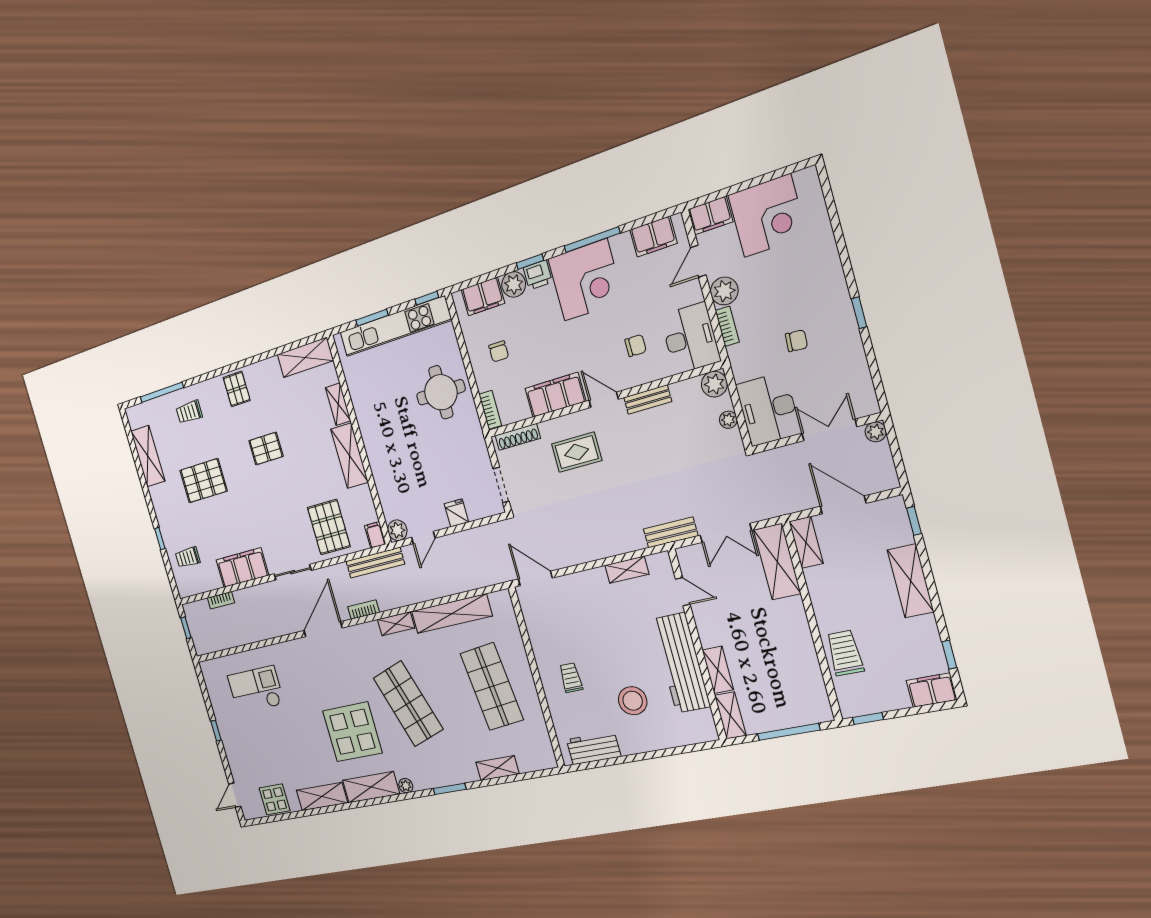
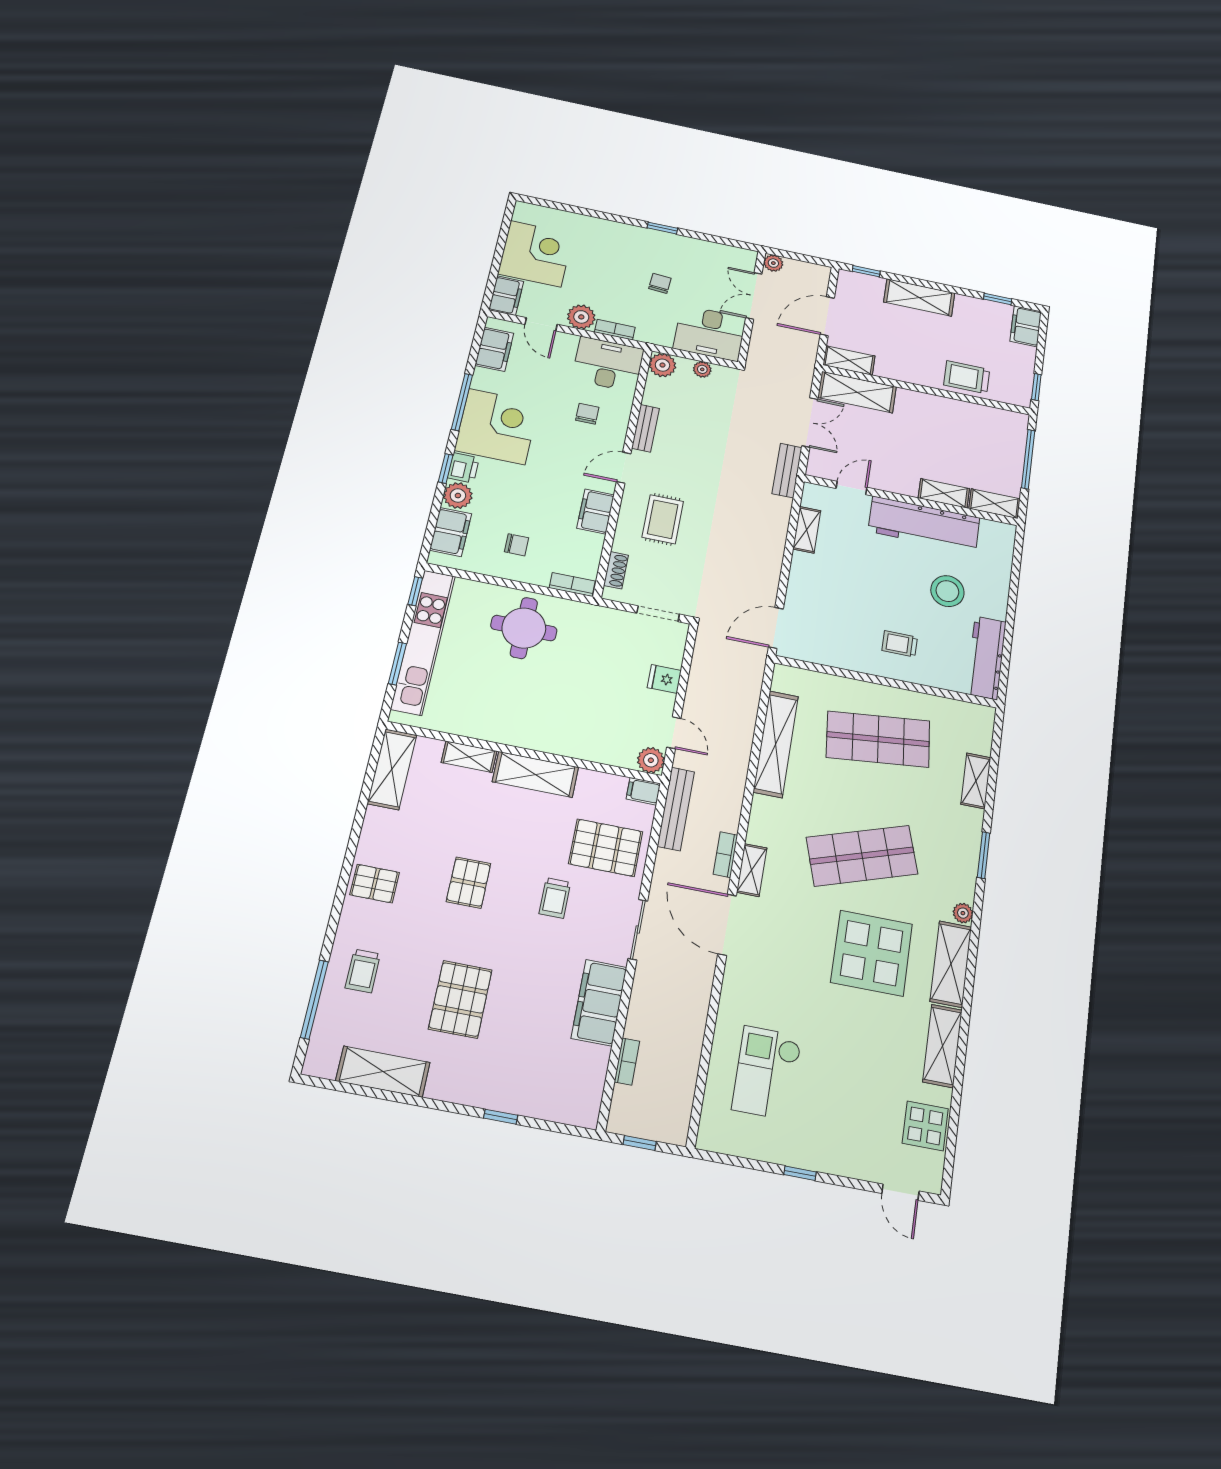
filing cabinet: (555, 395) -> (596, 512), width x0.67, depth x0.86
shoe rack: (518, 437) -> (616, 570), width x0.70
trolley: (188, 557) -> (555, 898), moved
shelving: (396, 624) -> (752, 870), moved
workbench: (594, 748) -> (986, 658), width x1.38

